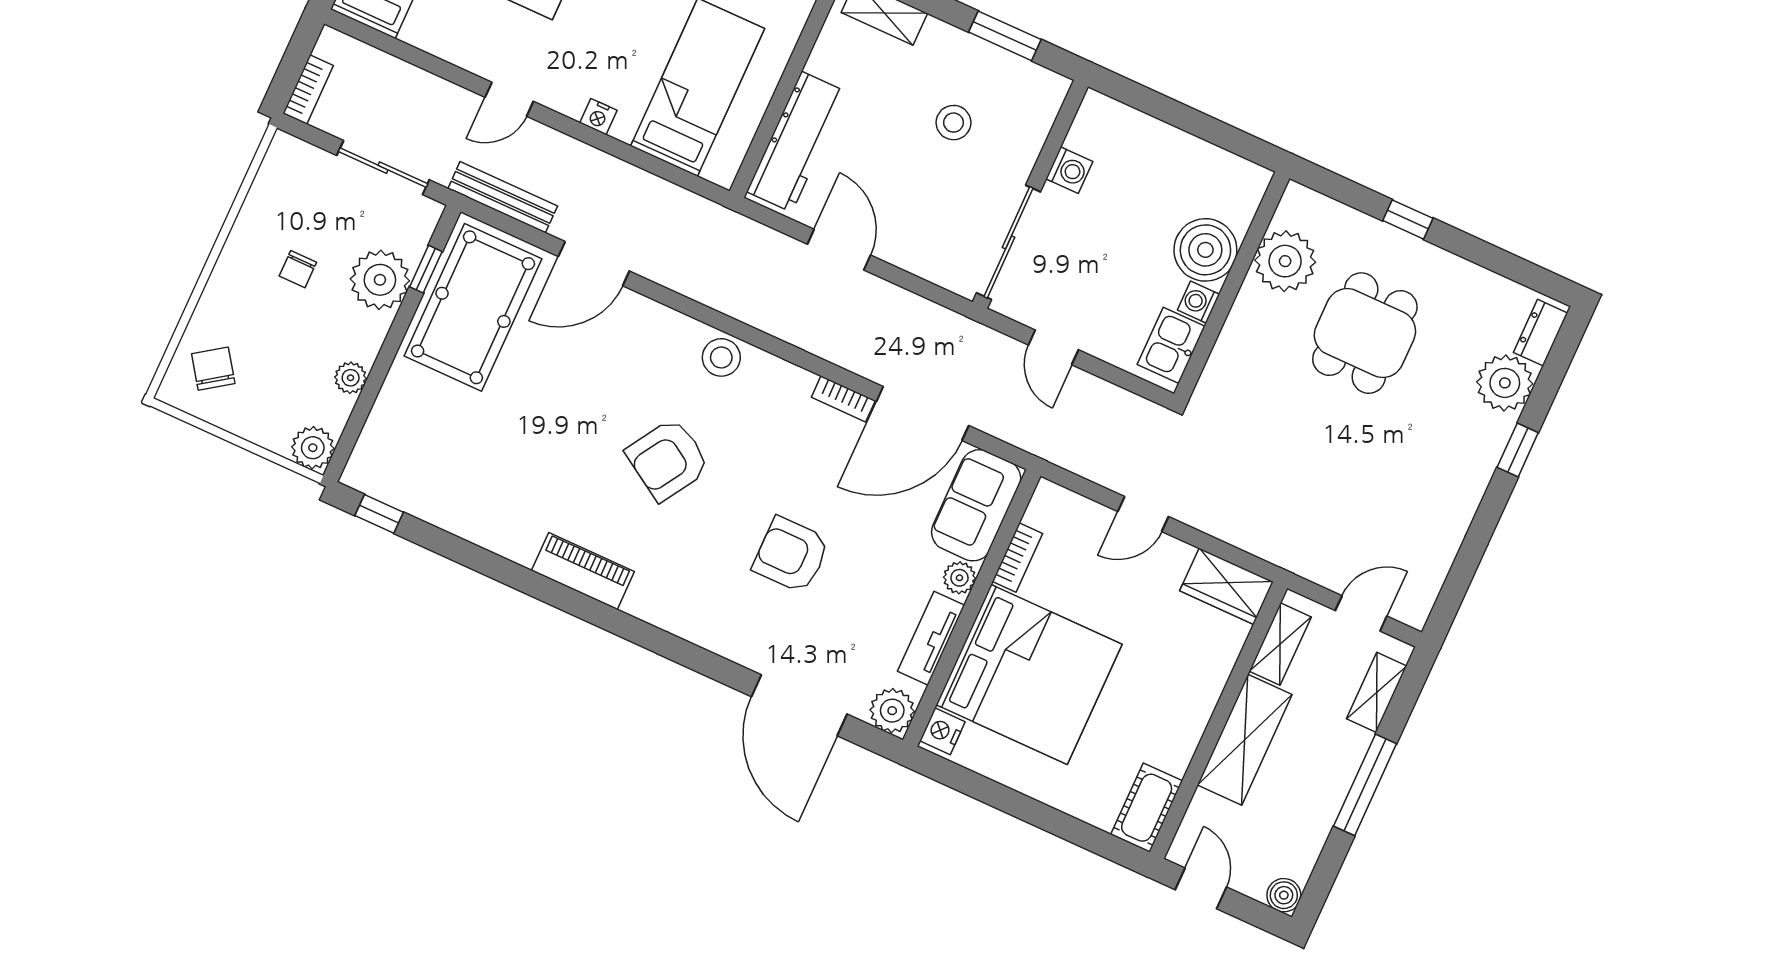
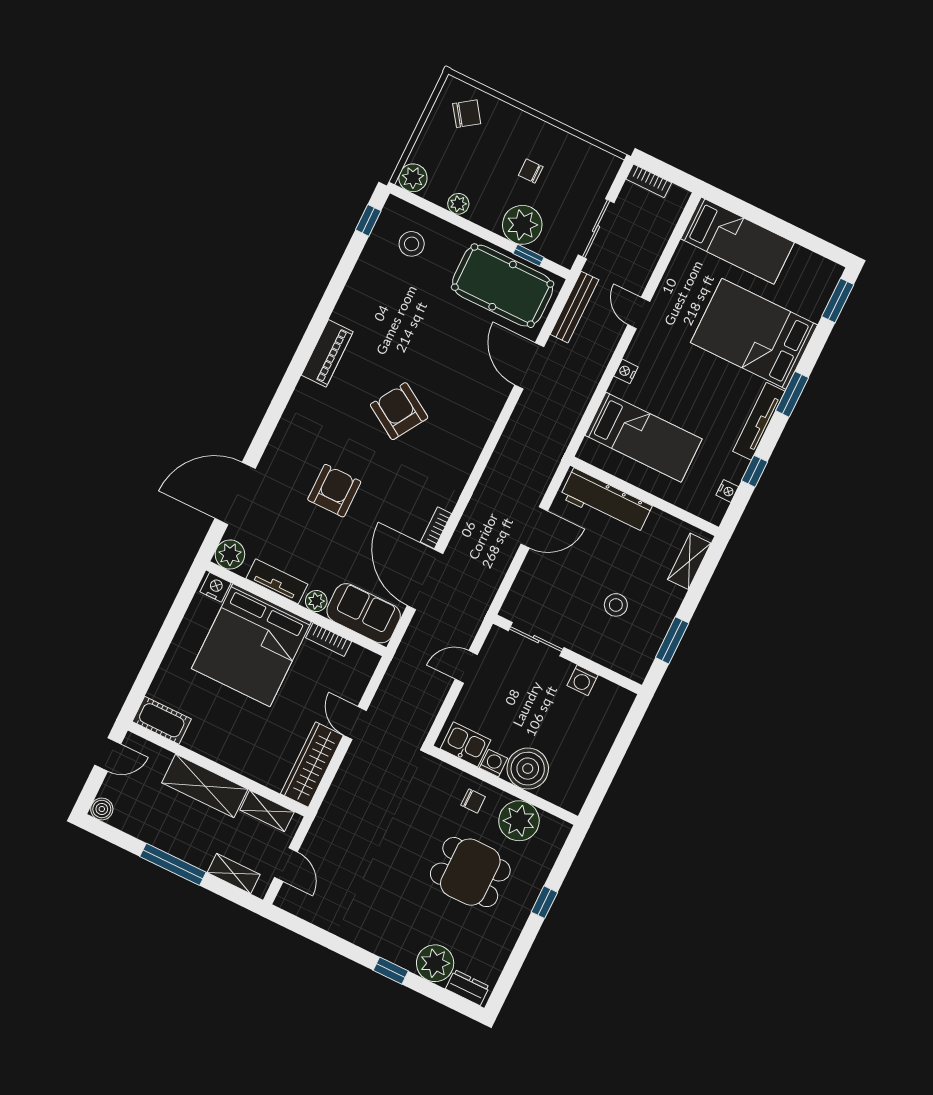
sliding door: (1008, 242) -> (536, 639), width x0.73
chair: (1257, 332) -> (473, 801), added
stool: (721, 357) -> (412, 244), moved
wardrobe: (1226, 586) -> (312, 765), width x1.50

